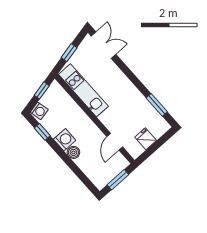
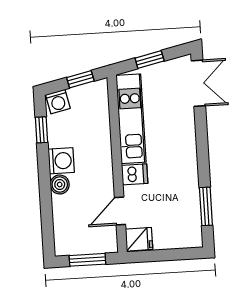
dishwasher: (108, 117) -> (135, 174), added
fridge: (146, 139) -> (139, 239), moved, turned 90

